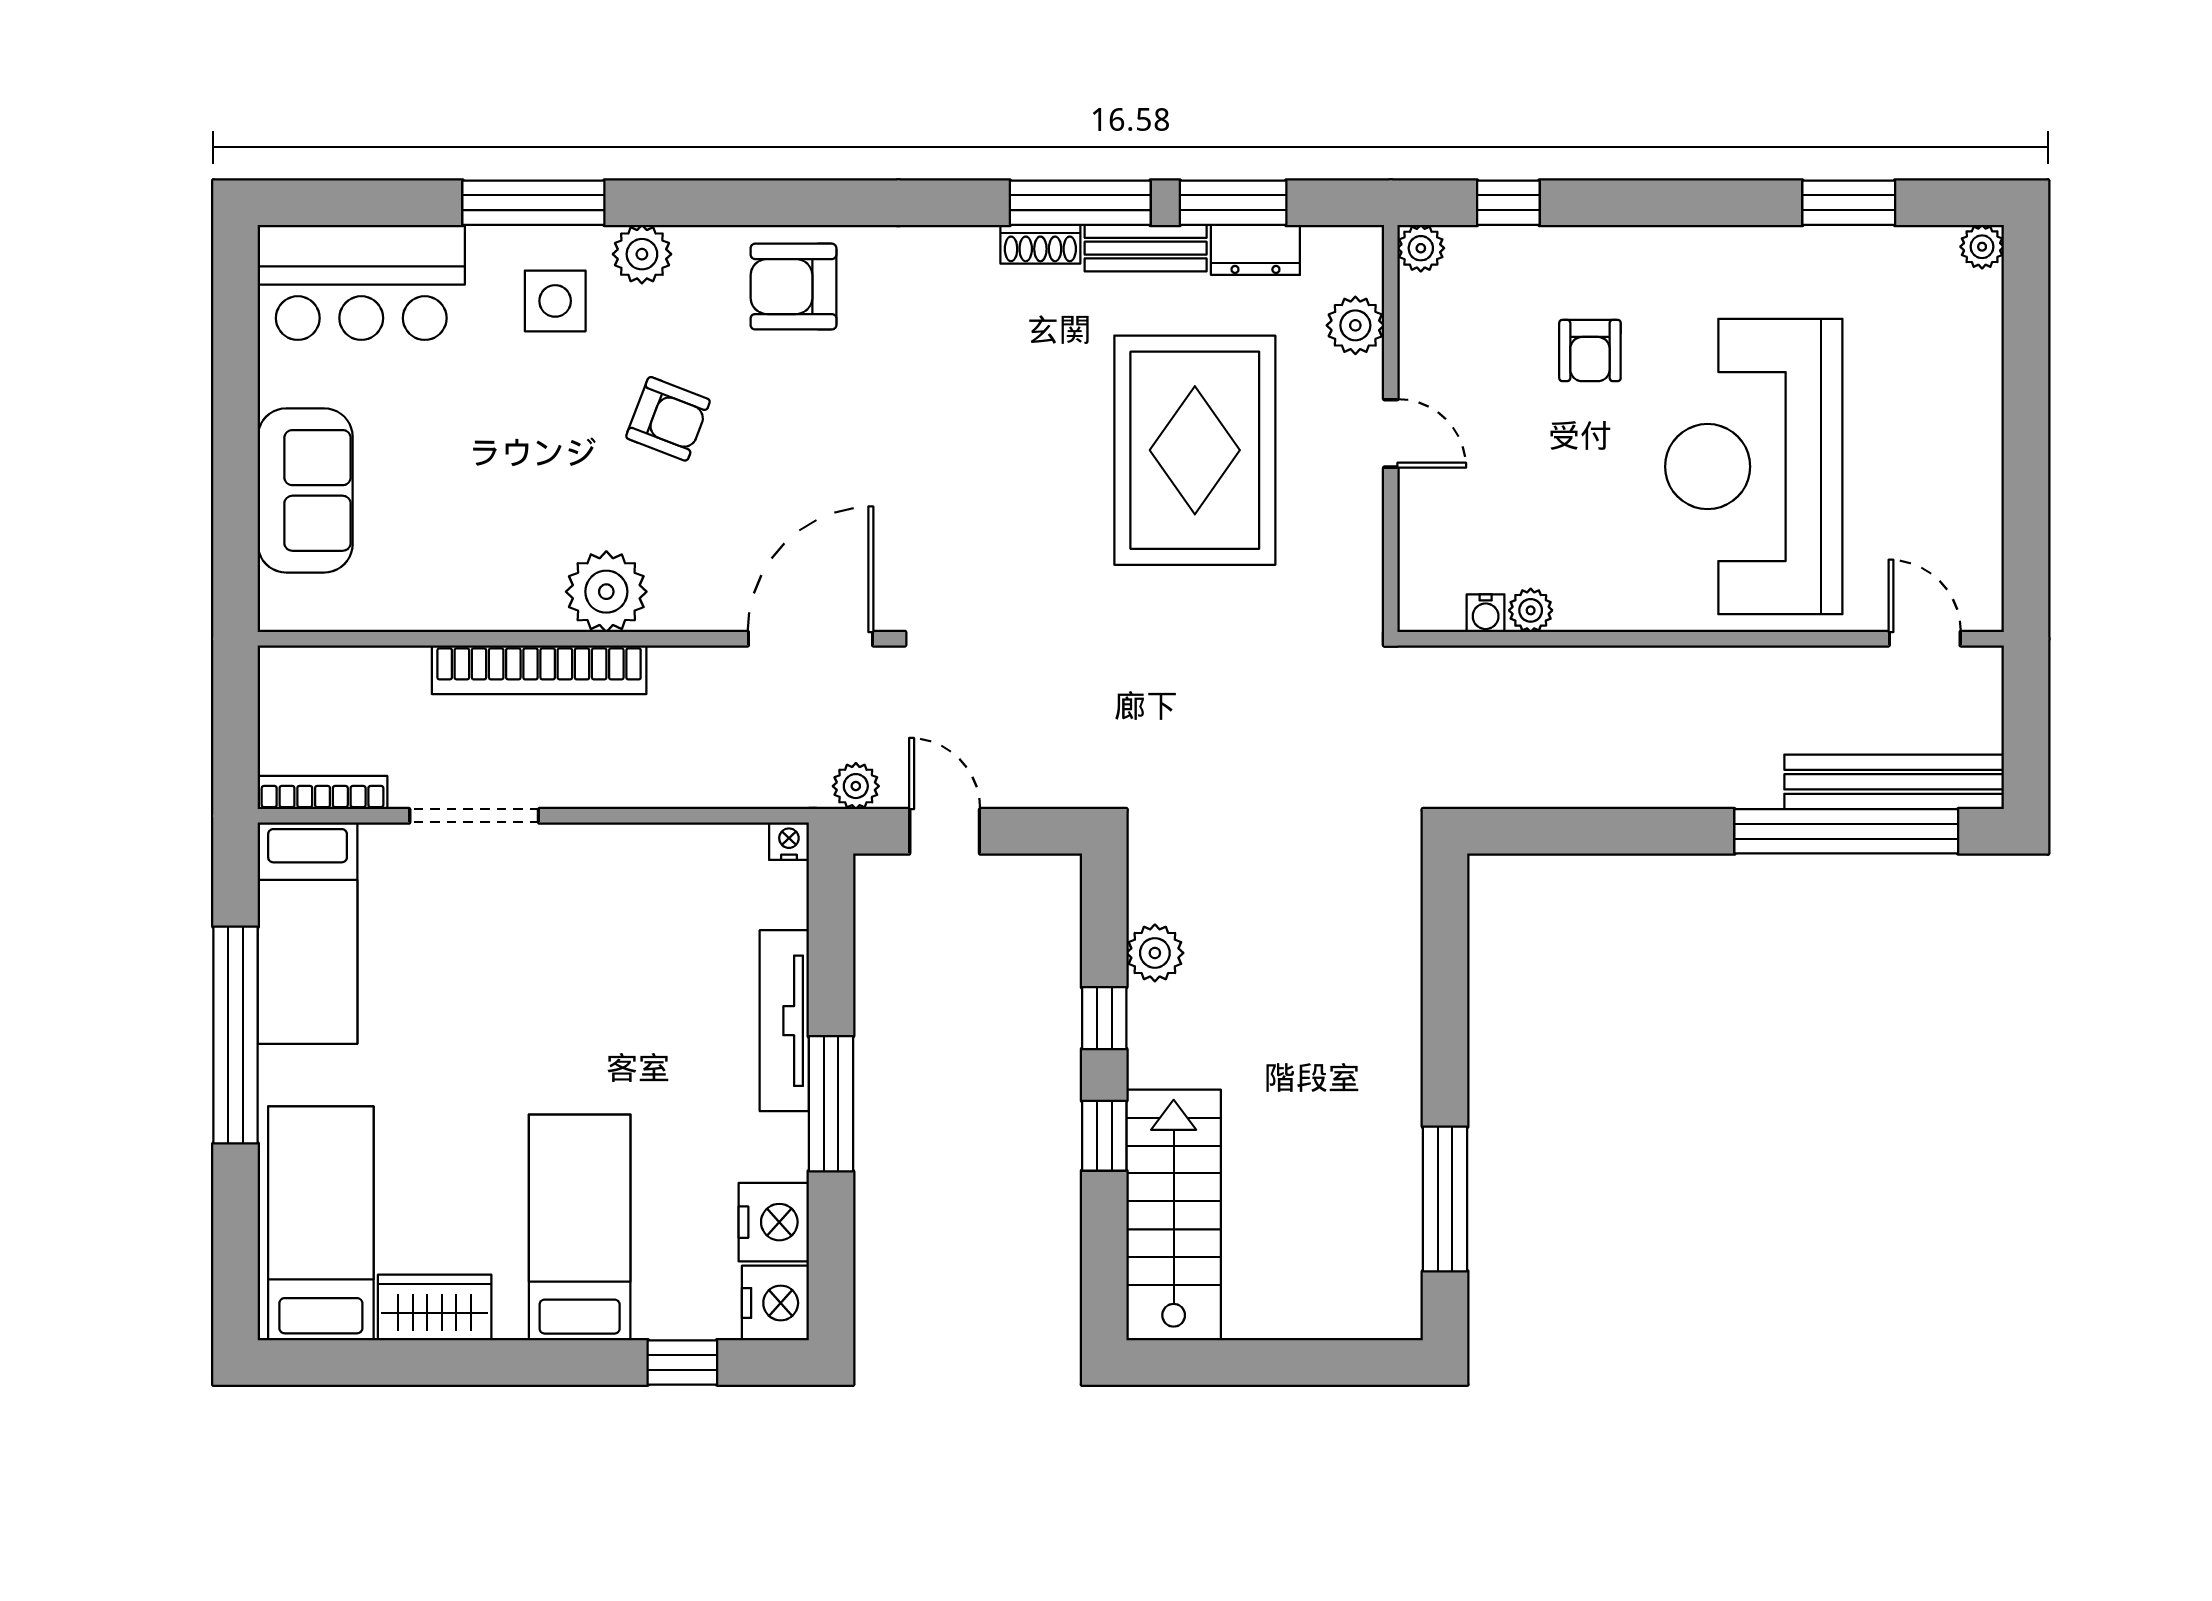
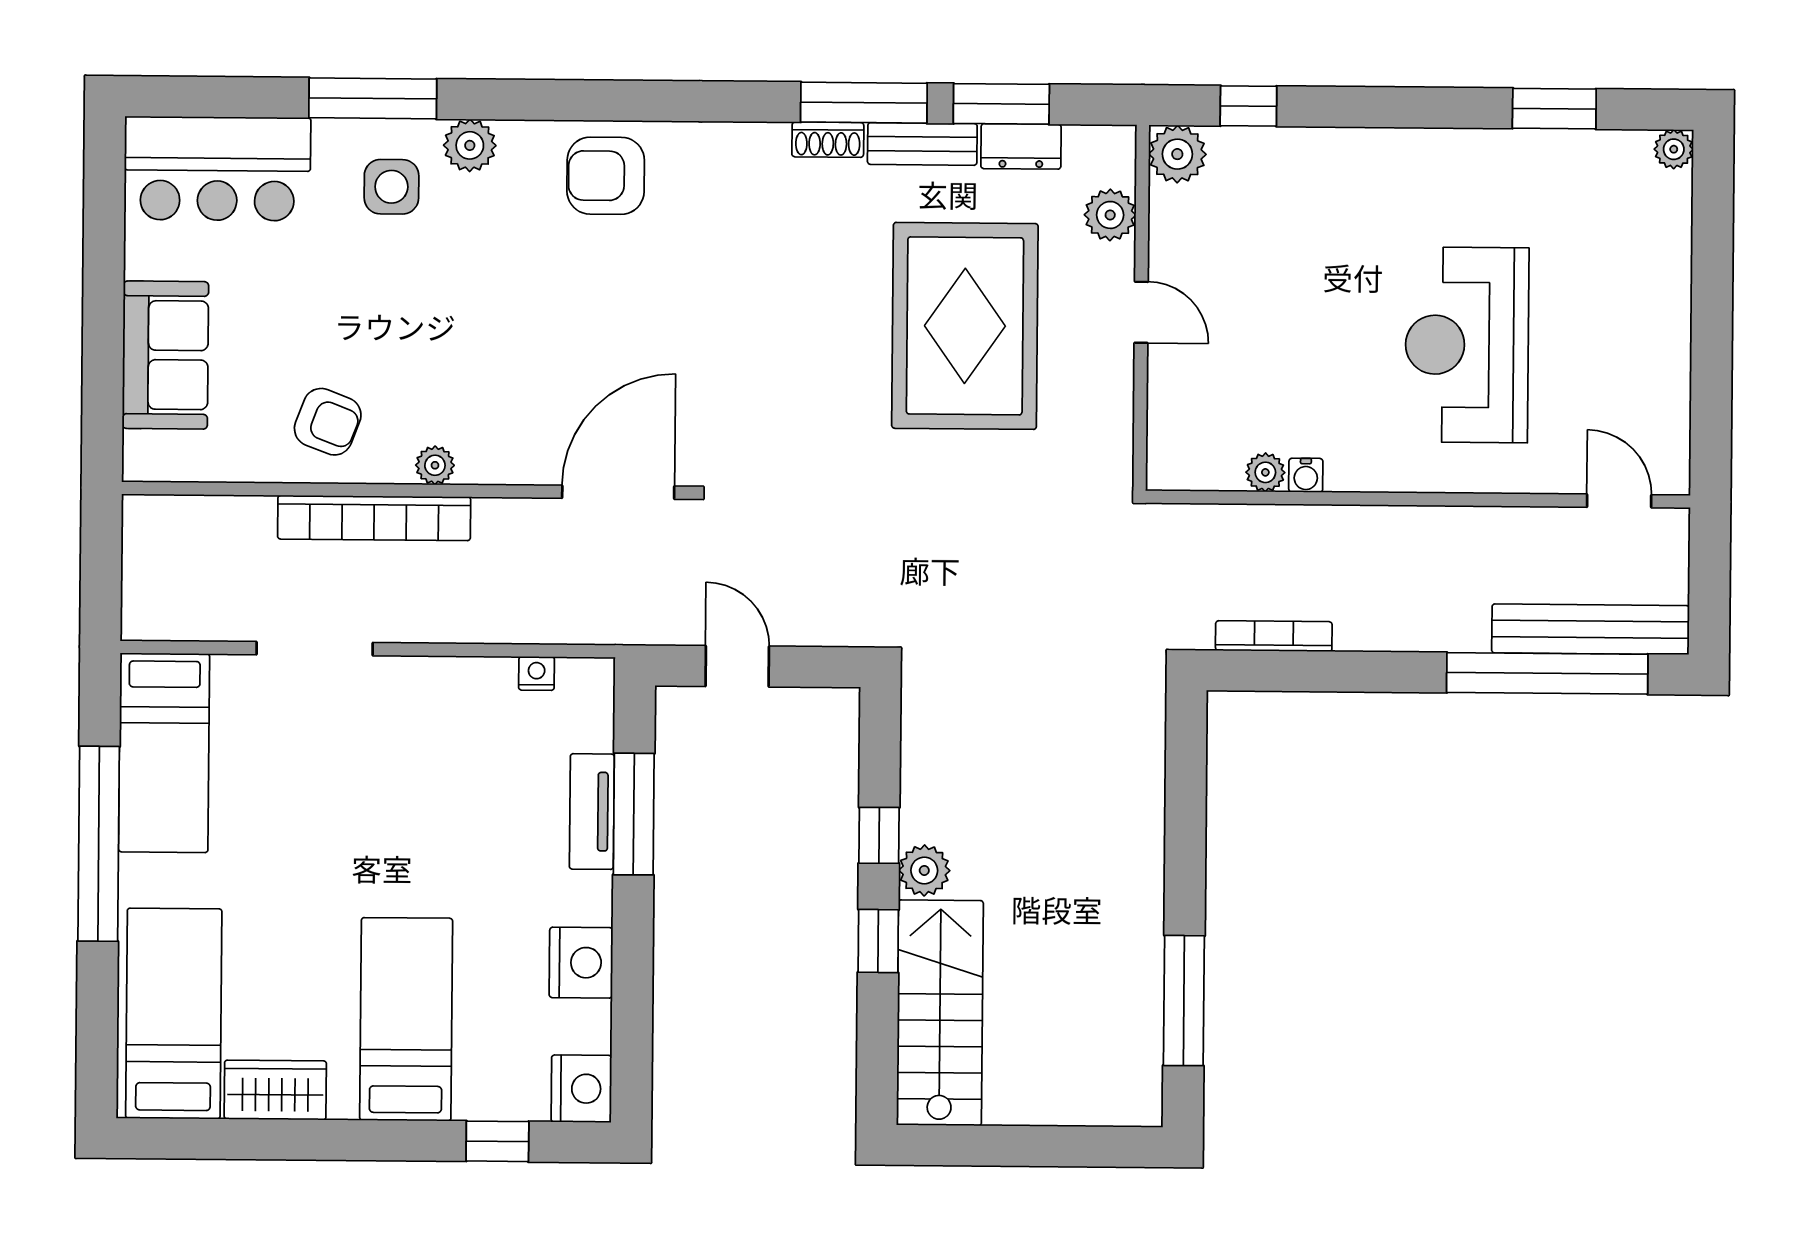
plant: (1421, 248) -> (1177, 154), width x1.38, depth x1.38
armchair: (1590, 351) -> (1321, 239), removed
armchair: (668, 419) -> (328, 422), moved
reception desk: (1754, 467) -> (1467, 345), width x0.74, depth x0.77
plant: (606, 592) -> (435, 465), width x0.53, depth x0.53
water cooler: (1486, 613) -> (1306, 475), moved
plant: (856, 786) -> (658, 625), removed
bookcase: (323, 793) -> (1274, 636), moved
nightstand: (789, 841) -> (537, 673), moved
plant: (1155, 953) -> (924, 870), moved
tv unit: (784, 1021) -> (592, 812), width x0.71
window: (831, 1104) -> (634, 814), moved
nightstand: (774, 1222) -> (581, 963), moved

